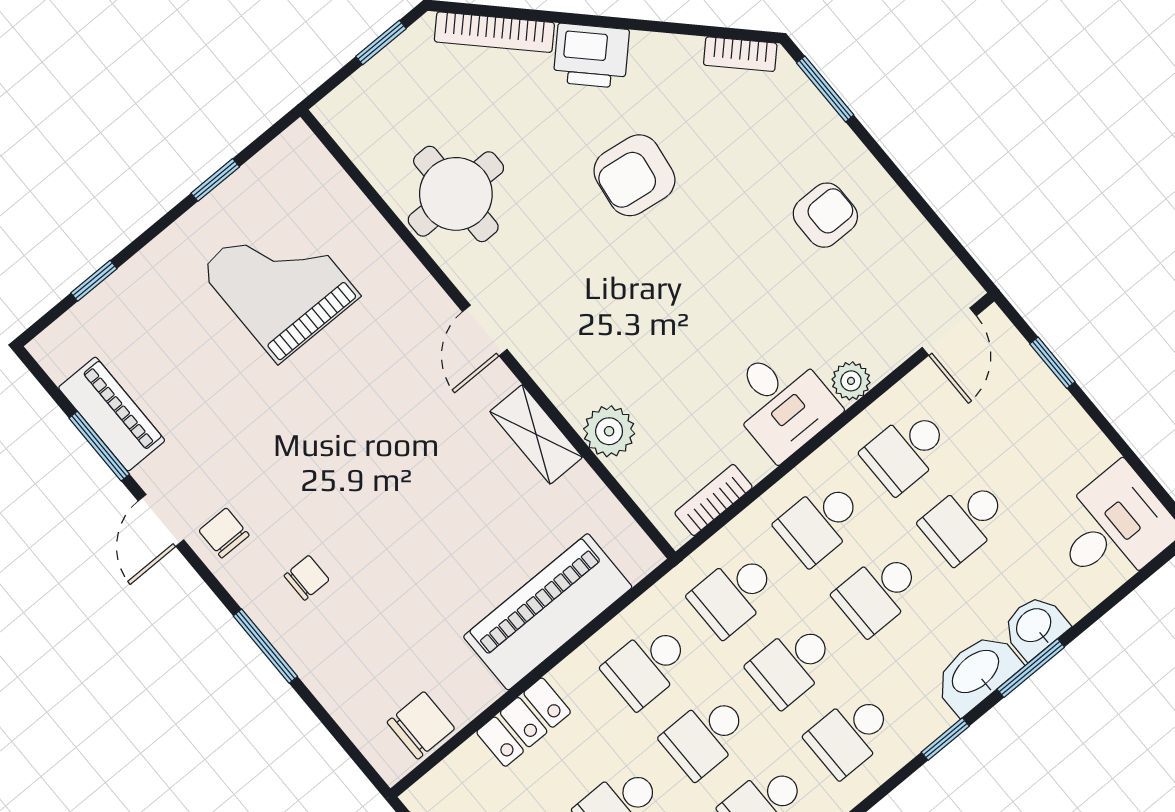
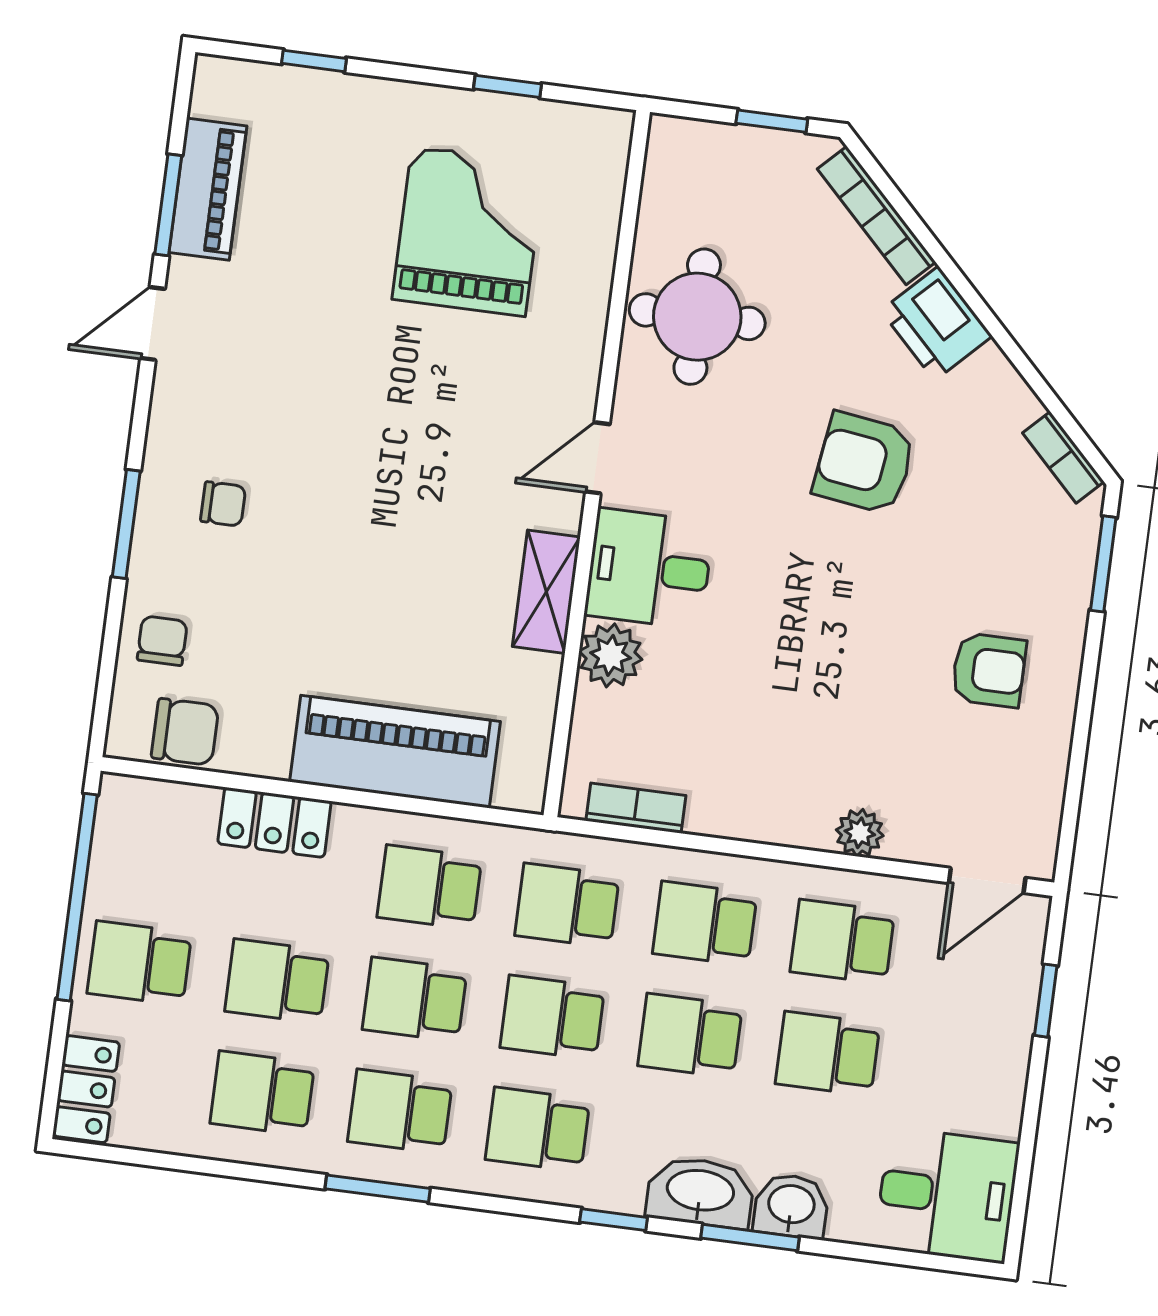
desk: (781, 402) -> (649, 569), moved, turned 90
chair: (224, 533) -> (162, 641), moved

